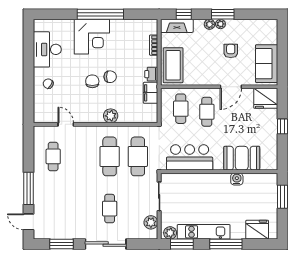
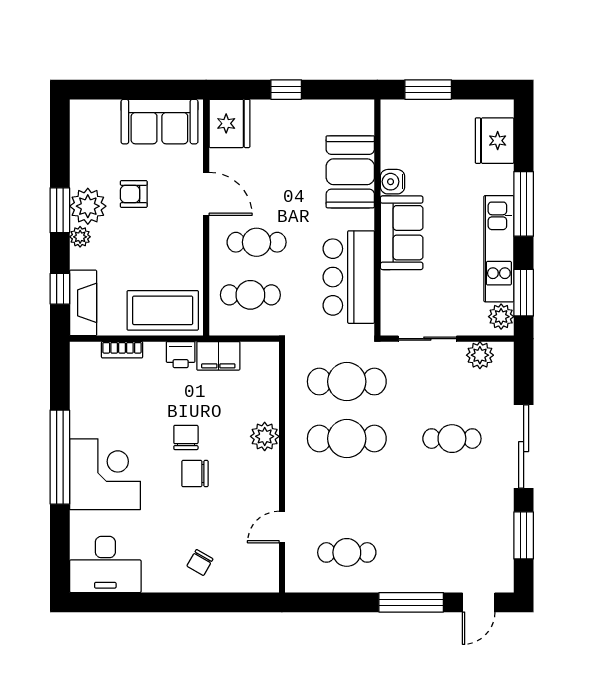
plant: (220, 24) -> (88, 206), width x1.88, depth x1.88
desk: (47, 49) -> (105, 564), moved
sofa: (212, 184) -> (402, 233), added

